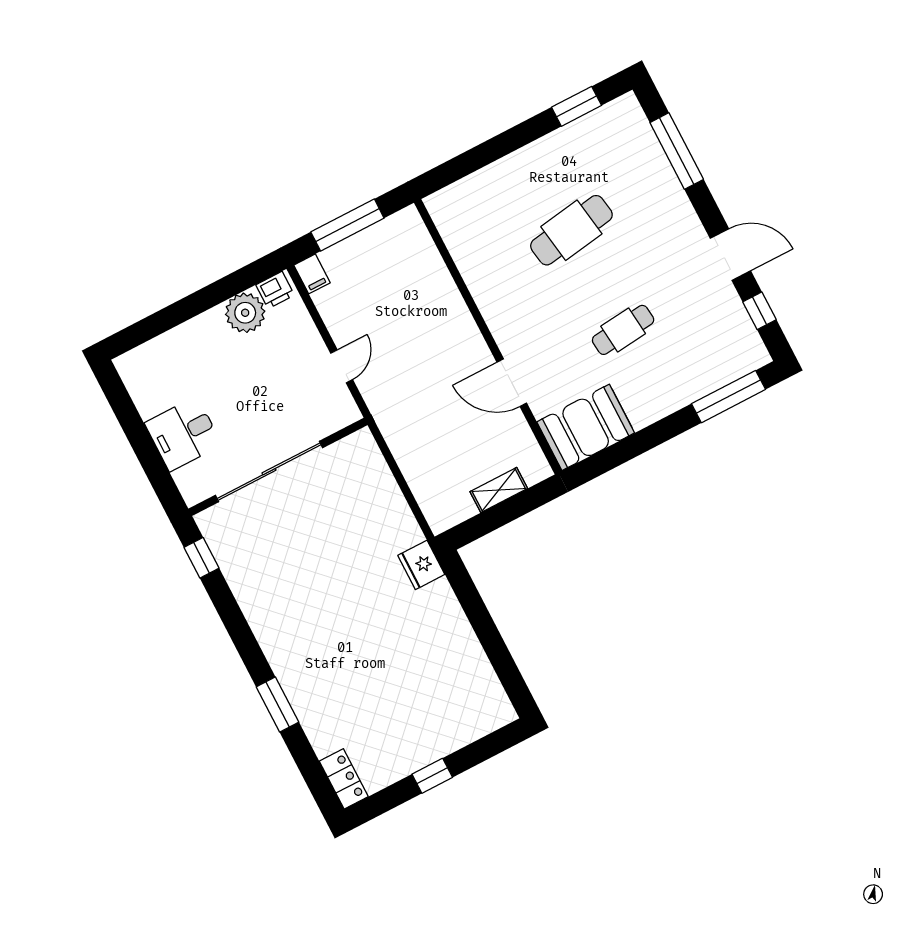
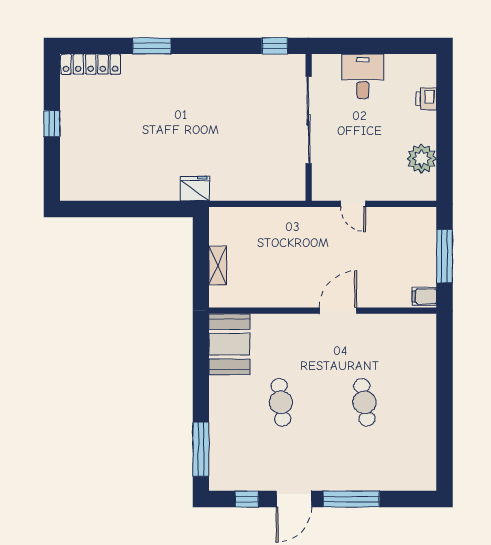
window: (577, 106) -> (444, 448), removed
window: (677, 151) -> (351, 499), moved
cafe table: (571, 230) -> (364, 402), width x0.73, depth x0.74
filing cabinet: (312, 274) -> (424, 296), moved
printer: (275, 290) -> (426, 99), moved
door: (512, 383) -> (338, 311), moved
locker: (344, 779) -> (91, 64), width x1.53

